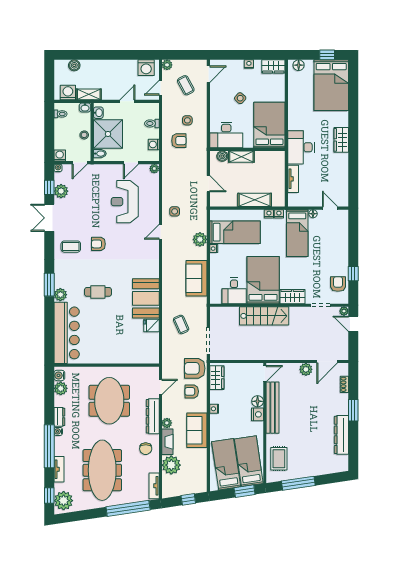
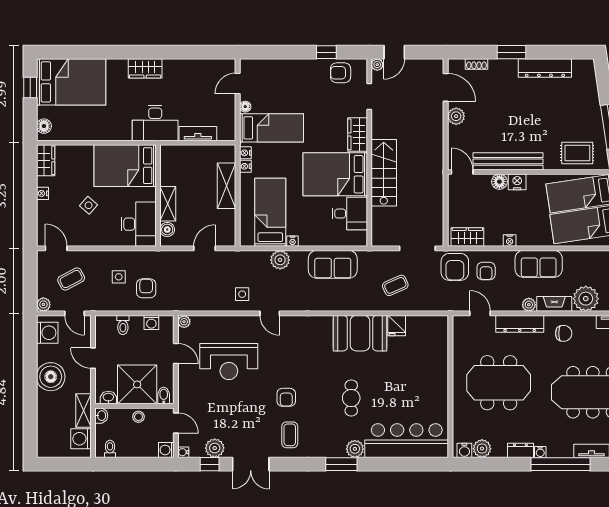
boiler: (74, 65) -> (51, 377), moved, width x1.86, depth x1.86

